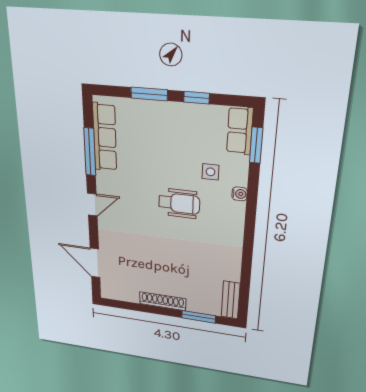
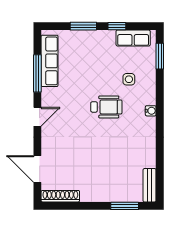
row of seats: (240, 131) -> (133, 38), moved, turned -90
water cooler: (240, 194) -> (151, 111), moved
shoe rack: (163, 301) -> (60, 196), moved

